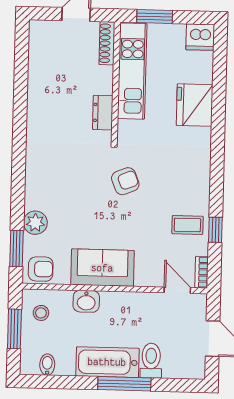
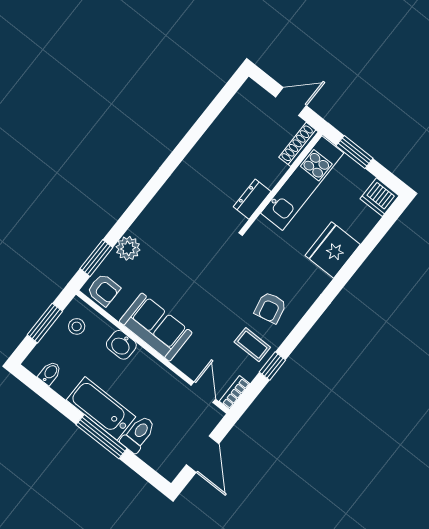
armchair: (125, 181) -> (270, 308), moved, turned 100

